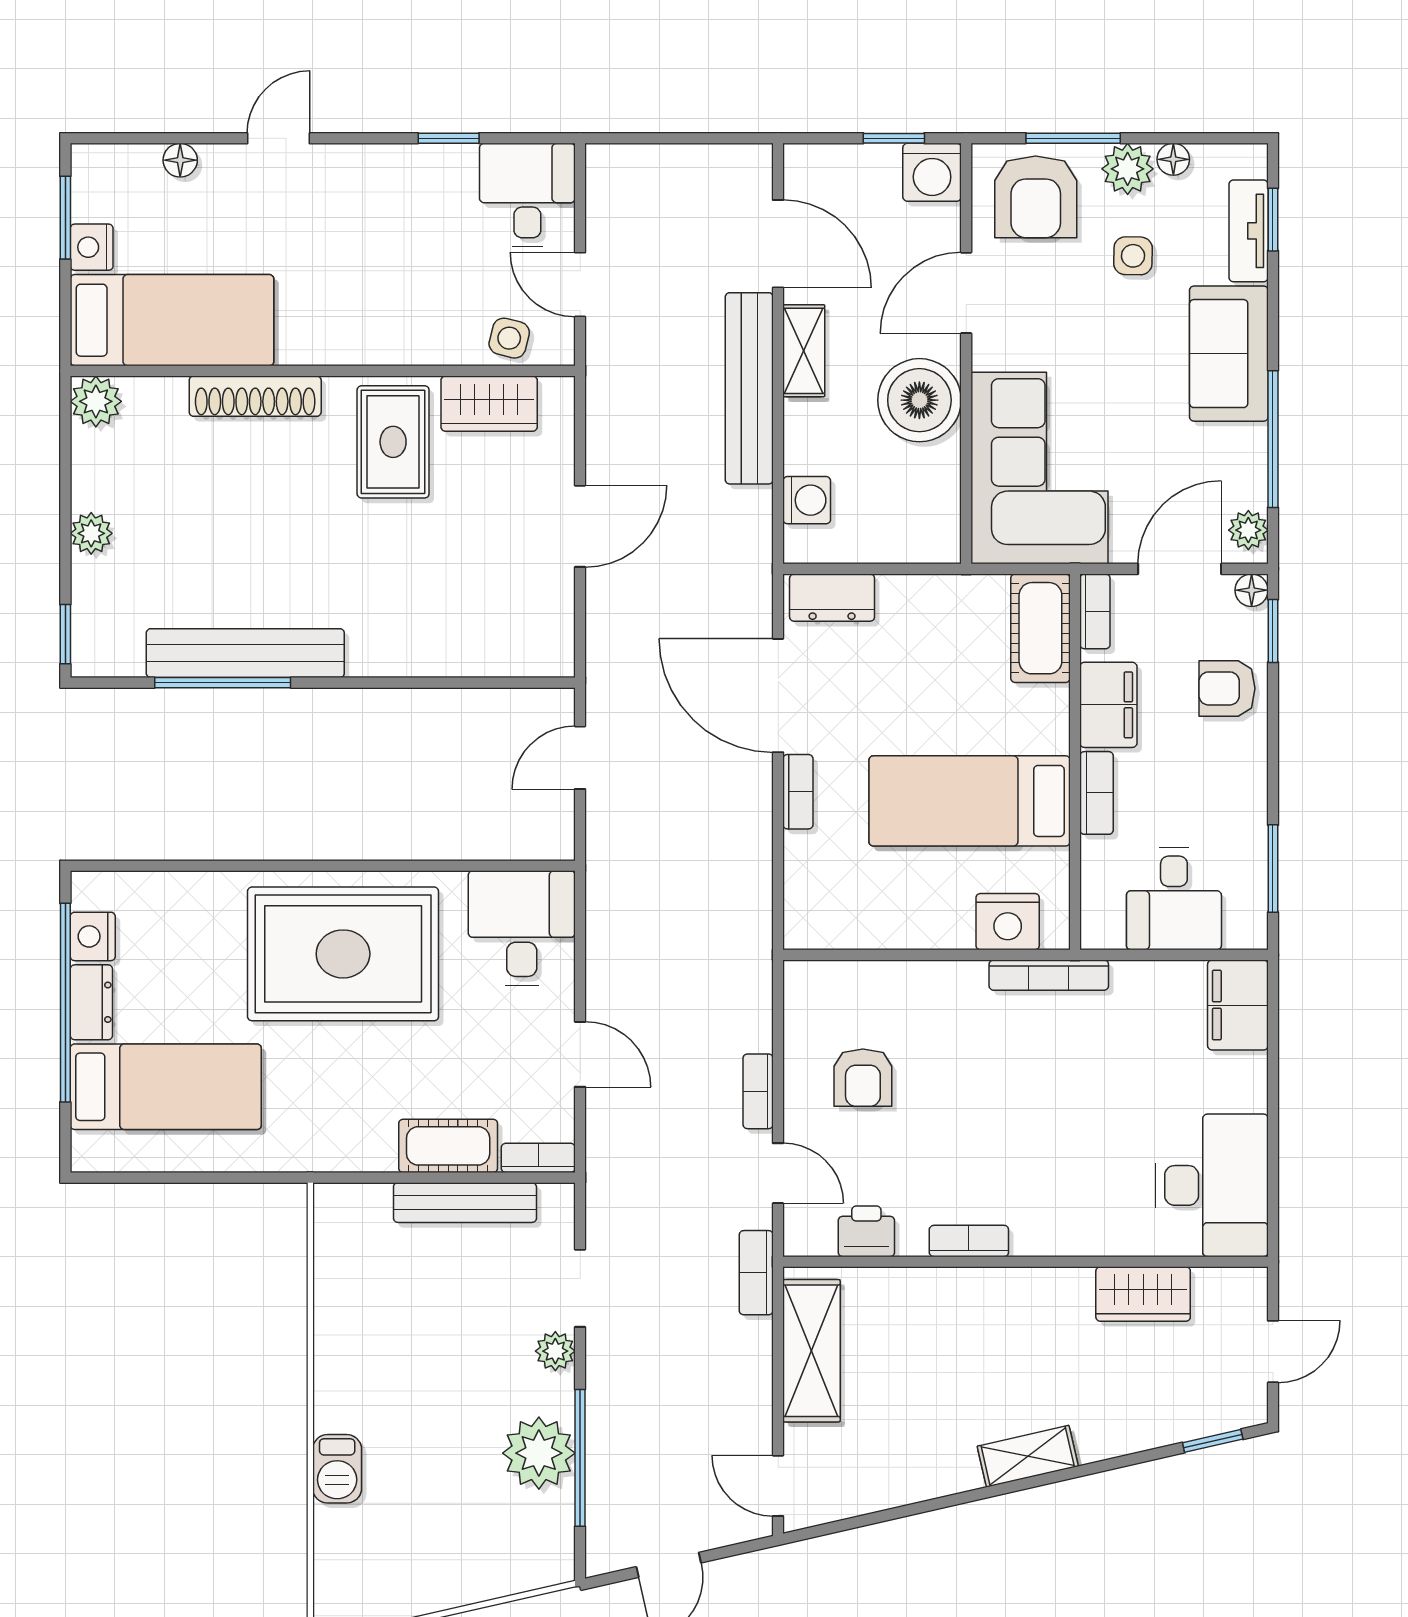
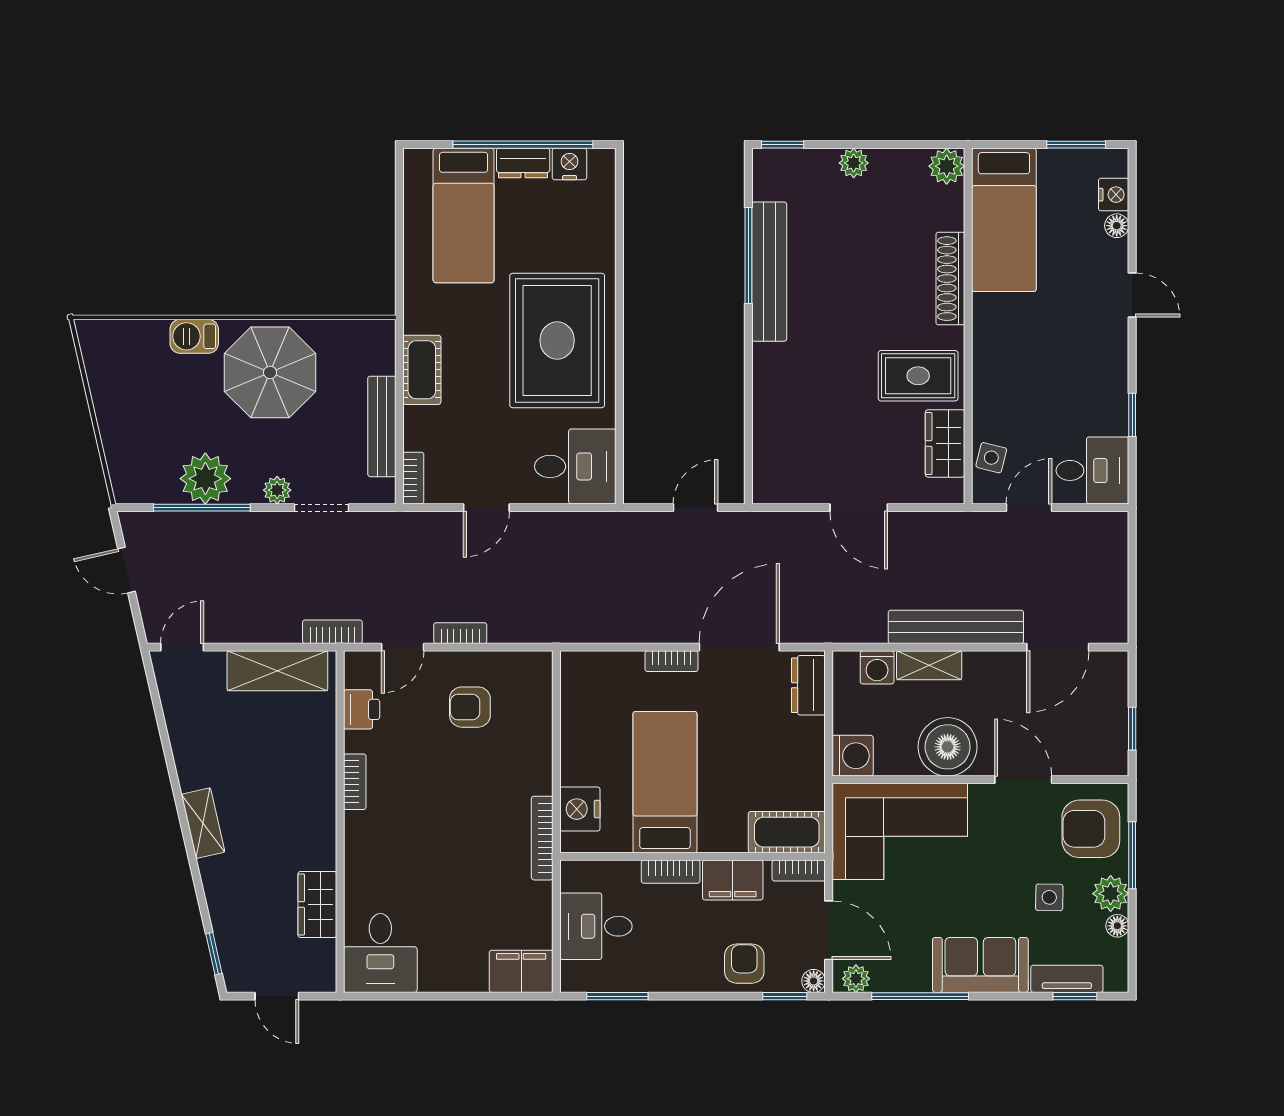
washing machine: (932, 172) -> (853, 756), moved, turned 180
nightstand: (92, 247) -> (1114, 195), moved, turned 90
shelving: (804, 351) -> (929, 665), moved
door: (580, 758) -> (695, 508), hinge flipped
cot: (448, 1146) -> (422, 370), moved
desk: (1212, 1185) -> (380, 953), width x0.73
parasol: (388, 1361) -> (270, 372), added

